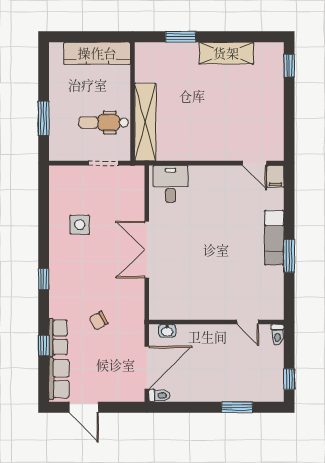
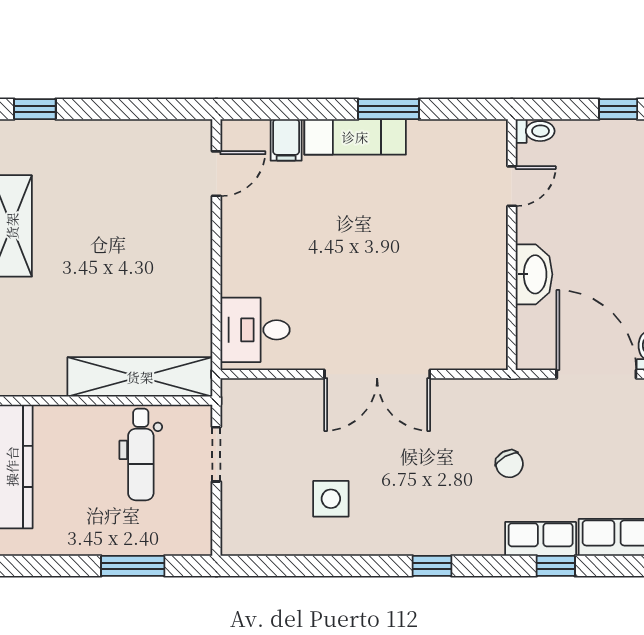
filing cabinet: (275, 176) -> (286, 140), moved, turned 90
washbasin: (167, 331) -> (534, 274), moved, width x1.91, depth x1.45

